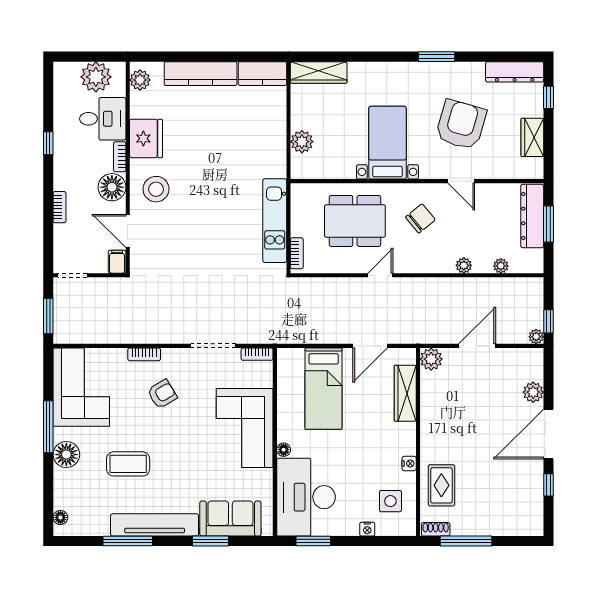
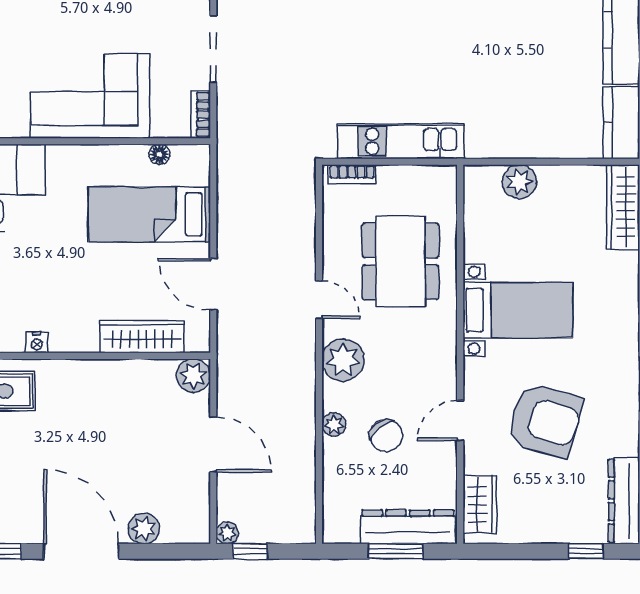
wardrobe: (532, 137) -> (480, 505), moved, turned 90
chair: (420, 218) -> (386, 436), moved
plant: (501, 266) -> (343, 360), moved, width x1.88, depth x1.88
floor lamp: (284, 450) -> (159, 154), moved

